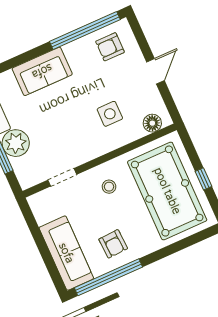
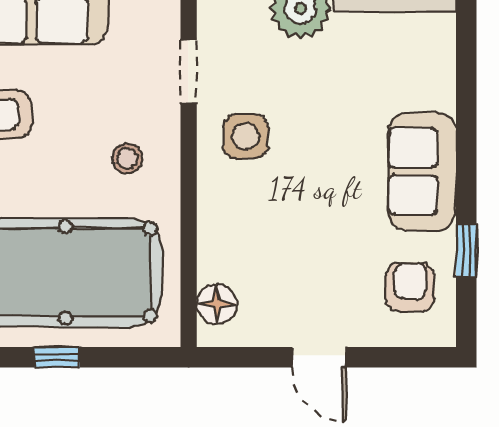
window: (85, 30) -> (466, 251), width x0.32
sofa: (42, 71) -> (422, 171), moved
side table: (110, 114) -> (246, 137), moved

